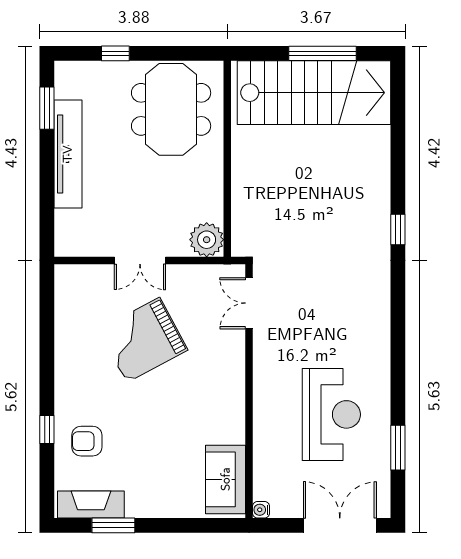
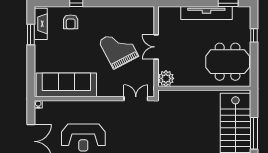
armchair: (87, 441) -> (71, 22), turned 180
sofa: (226, 479) -> (66, 85), width x1.85, depth x1.27

